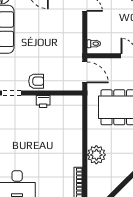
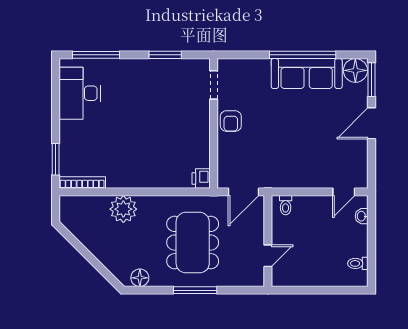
printer: (43, 102) -> (201, 179), moved

